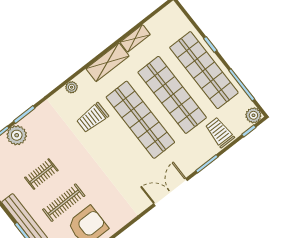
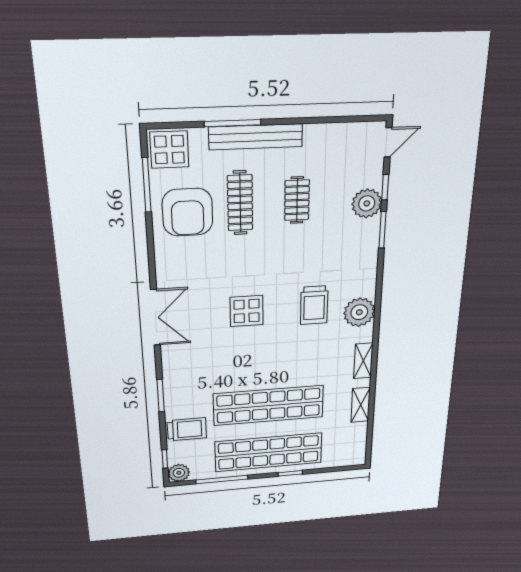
shelving: (107, 62) -> (363, 361), width x0.67, depth x0.75
plant: (72, 87) -> (359, 312), width x1.88, depth x1.88
trolley: (92, 118) -> (314, 305), turned 180
shop shelf: (140, 120) -> (269, 356), removed
display table: (122, 153) -> (247, 311), added
double door: (171, 192) -> (155, 318), moved

